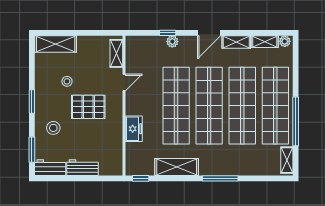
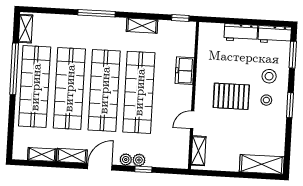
plant: (285, 41) -> (126, 160), moved
stool: (67, 81) -> (266, 100), moved
shelving: (177, 167) -> (142, 26), width x0.67, depth x0.75

